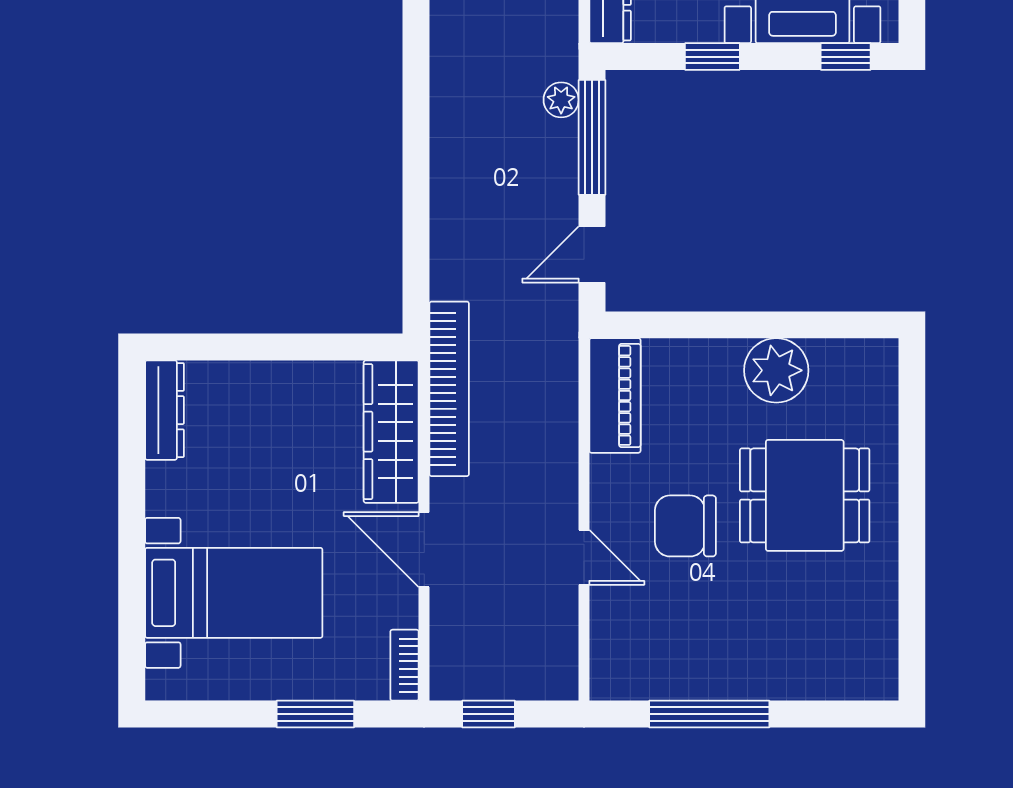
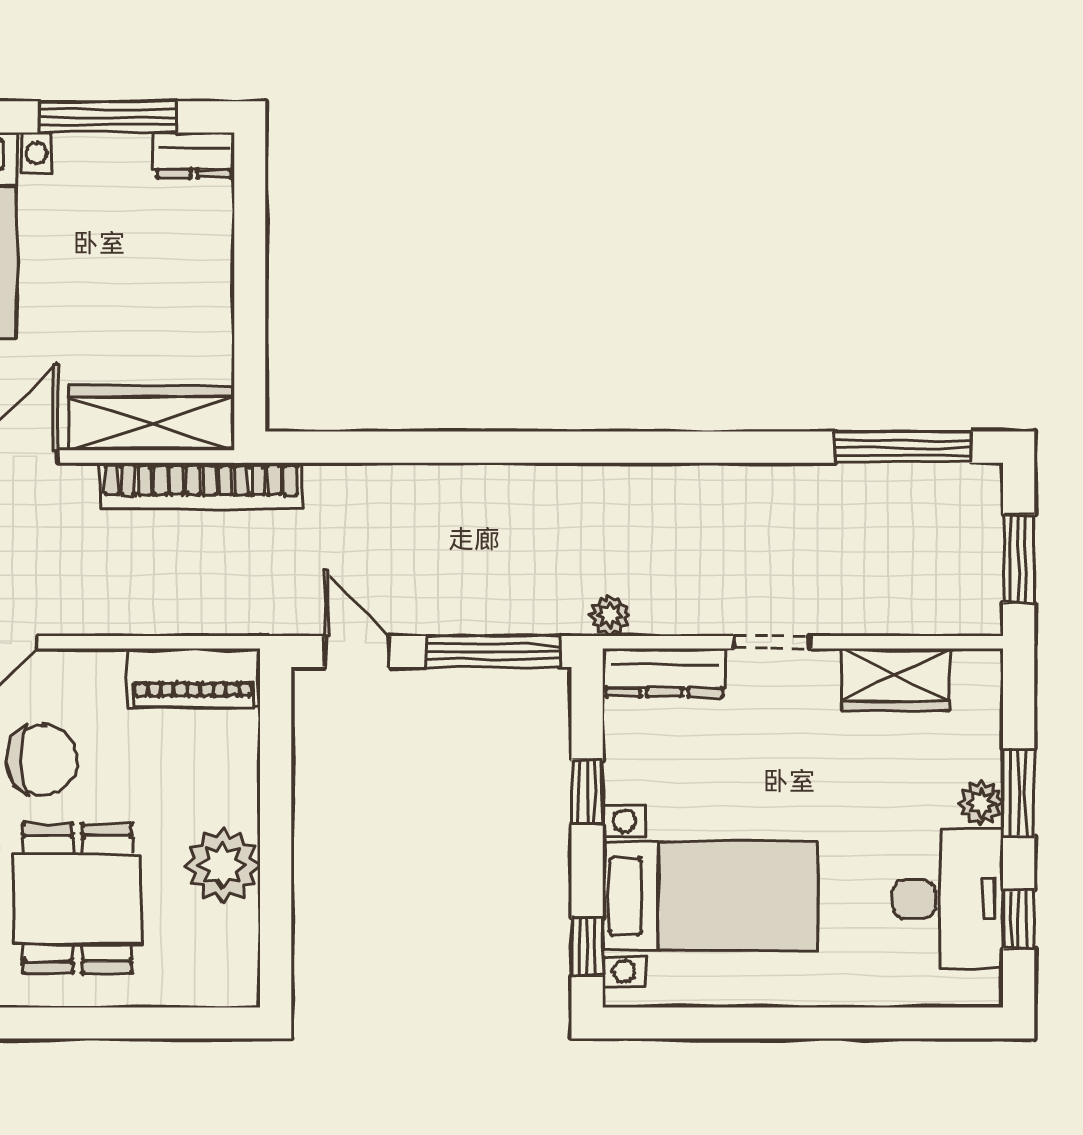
plant: (561, 100) -> (610, 616), moved
dresser: (164, 410) -> (194, 155), width x0.70
window: (132, 469) -> (108, 117), added
chair: (685, 526) -> (42, 760), turned 90

